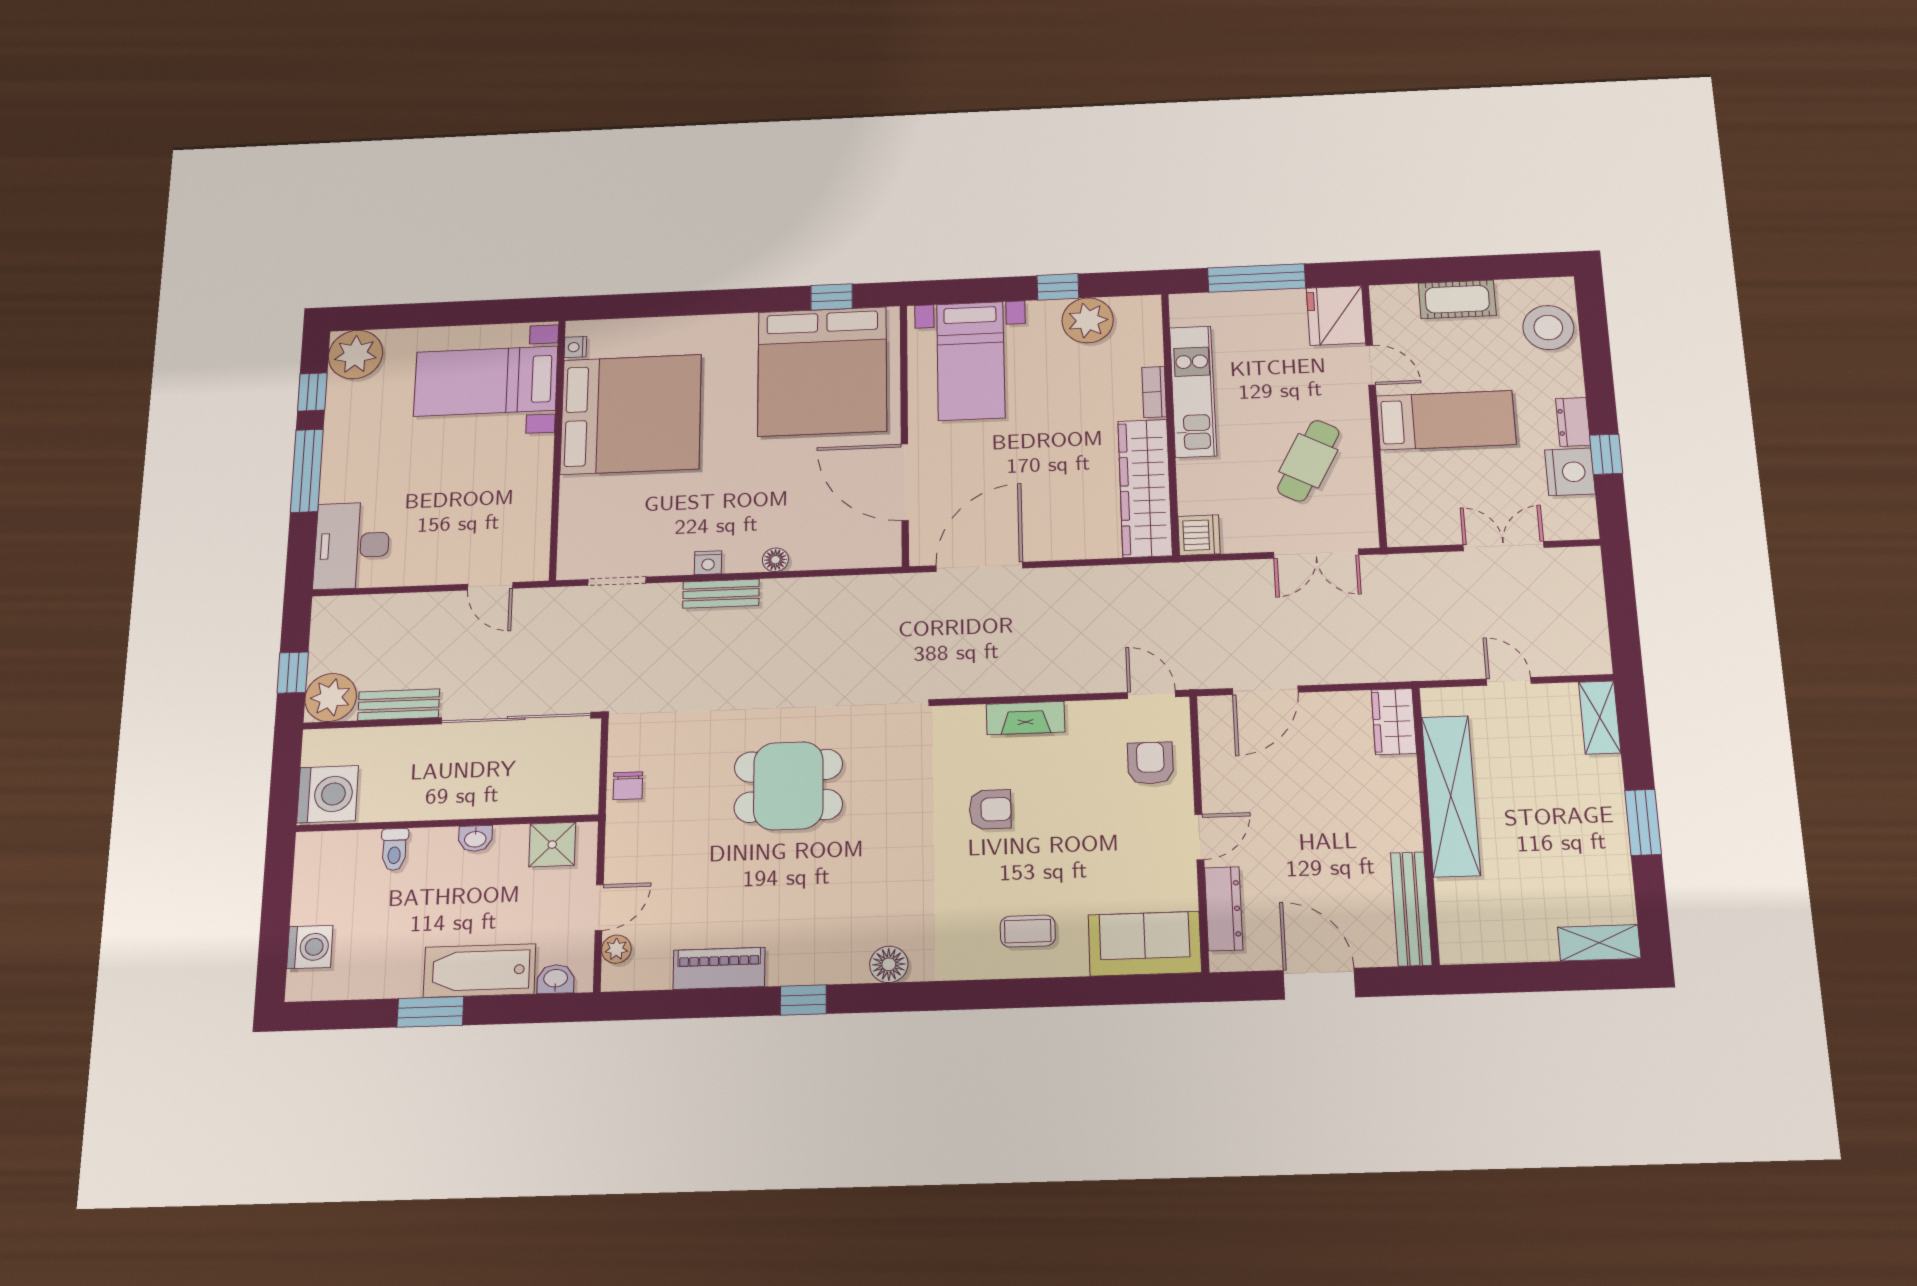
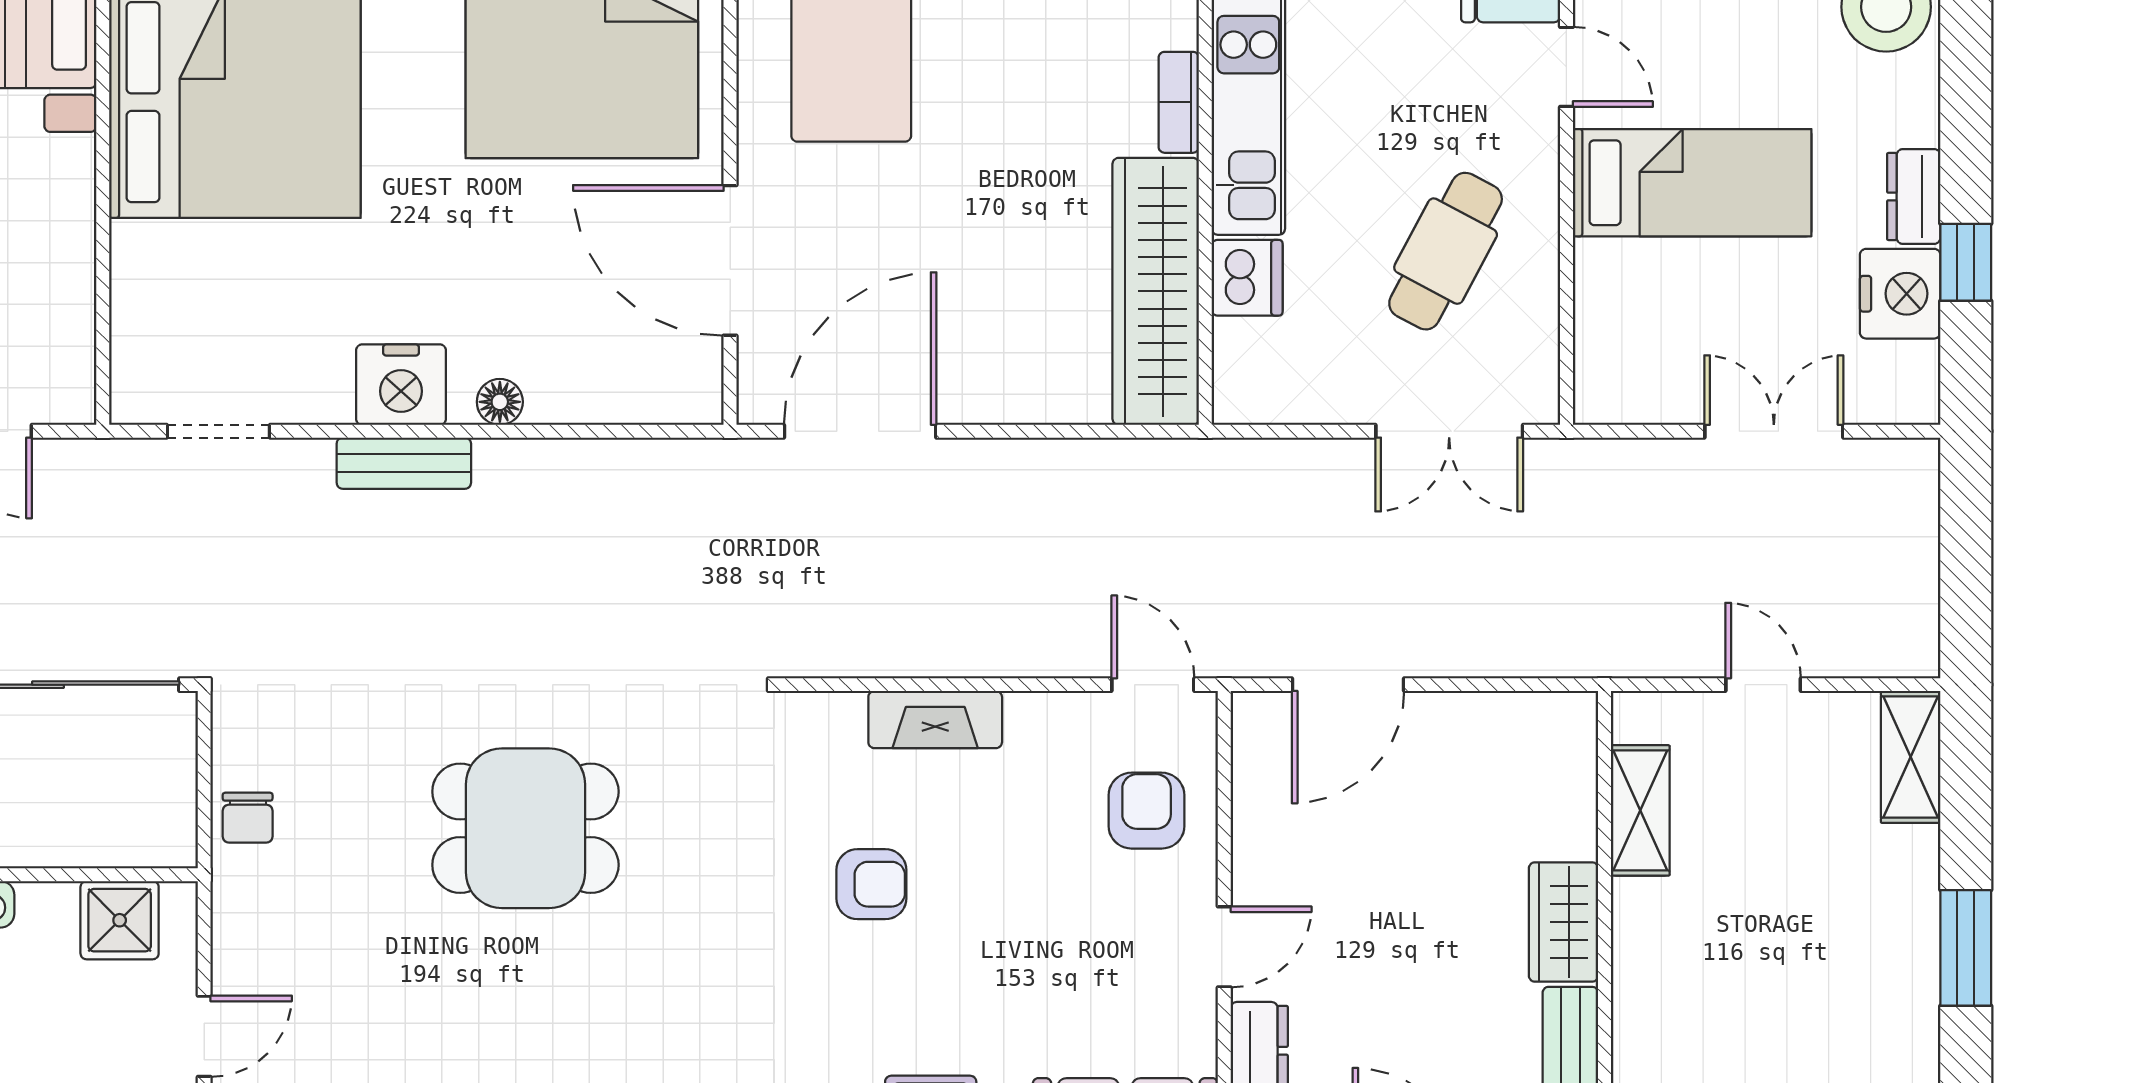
dishwasher: (1199, 535) -> (1247, 278), moved
nightstand: (708, 563) -> (401, 385), width x1.89, depth x1.79
wardrobe: (1394, 722) -> (1564, 922), moved
shelving: (1451, 796) -> (1640, 810), width x0.45, depth x0.75

